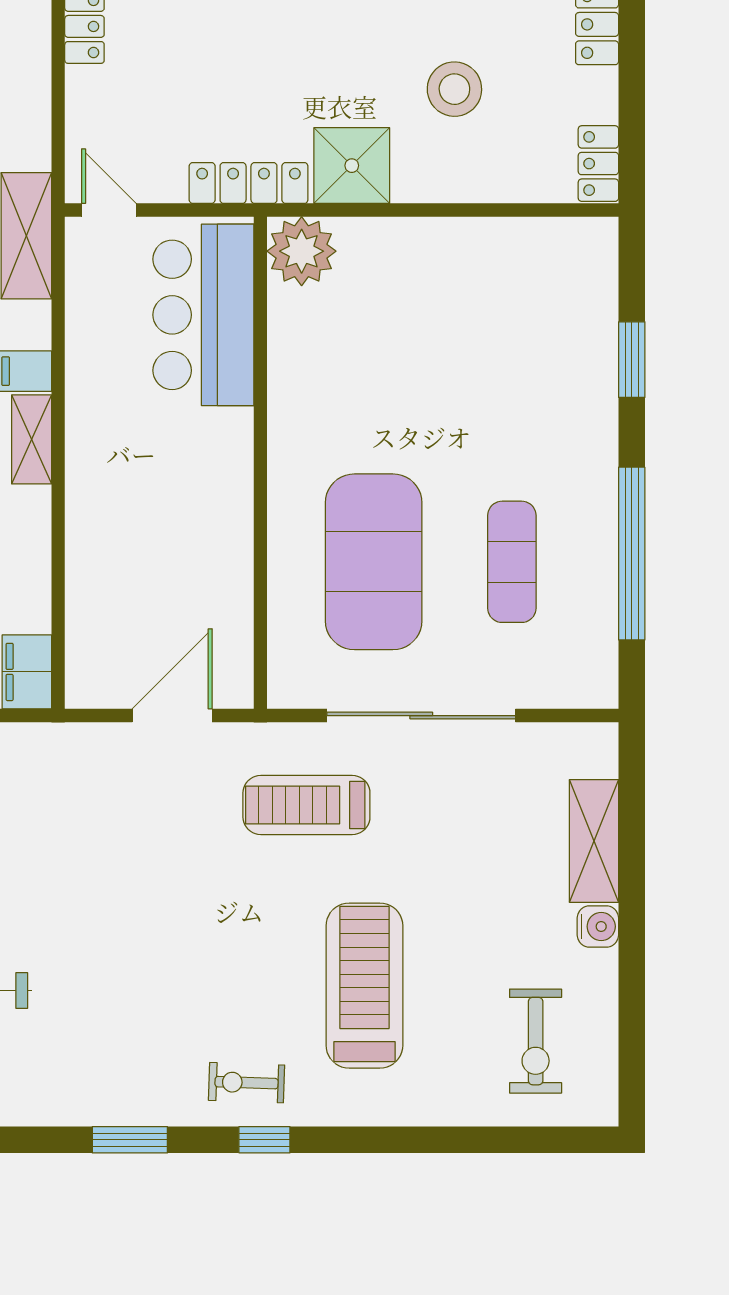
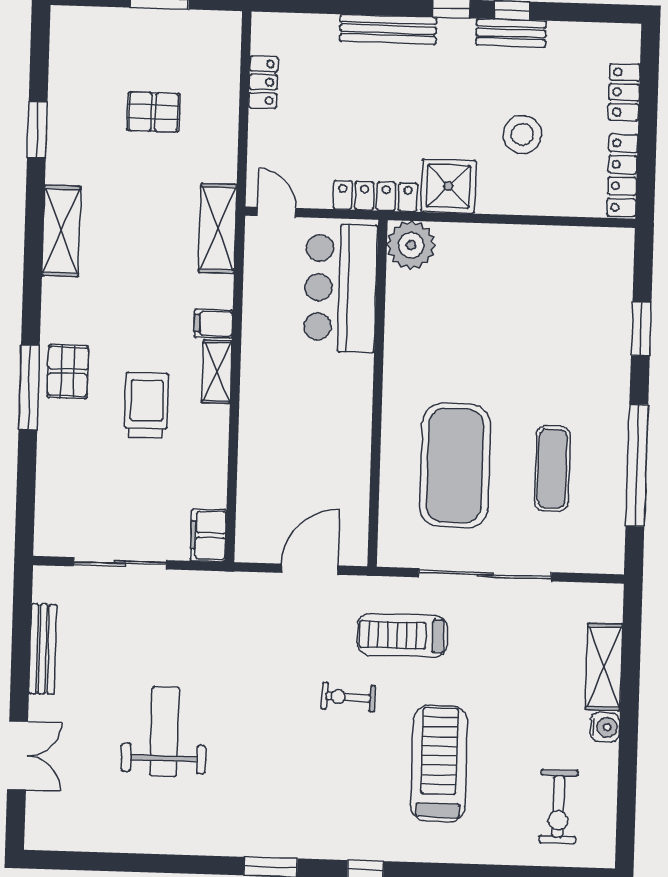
locker: (598, 164) -> (622, 175), width x1.53
exercise bike: (247, 1083) -> (348, 697), moved

